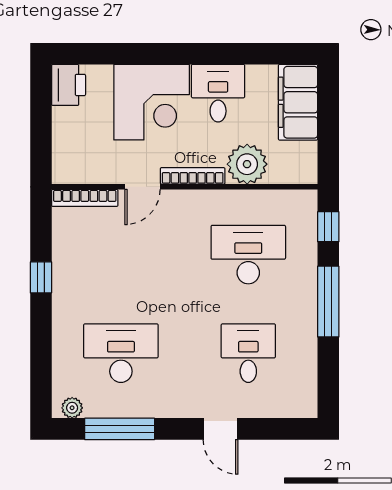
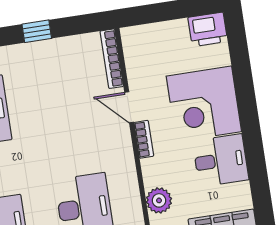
plant: (247, 164) -> (159, 200), width x0.73, depth x0.73
bookcase: (193, 176) -> (144, 139), width x0.64

